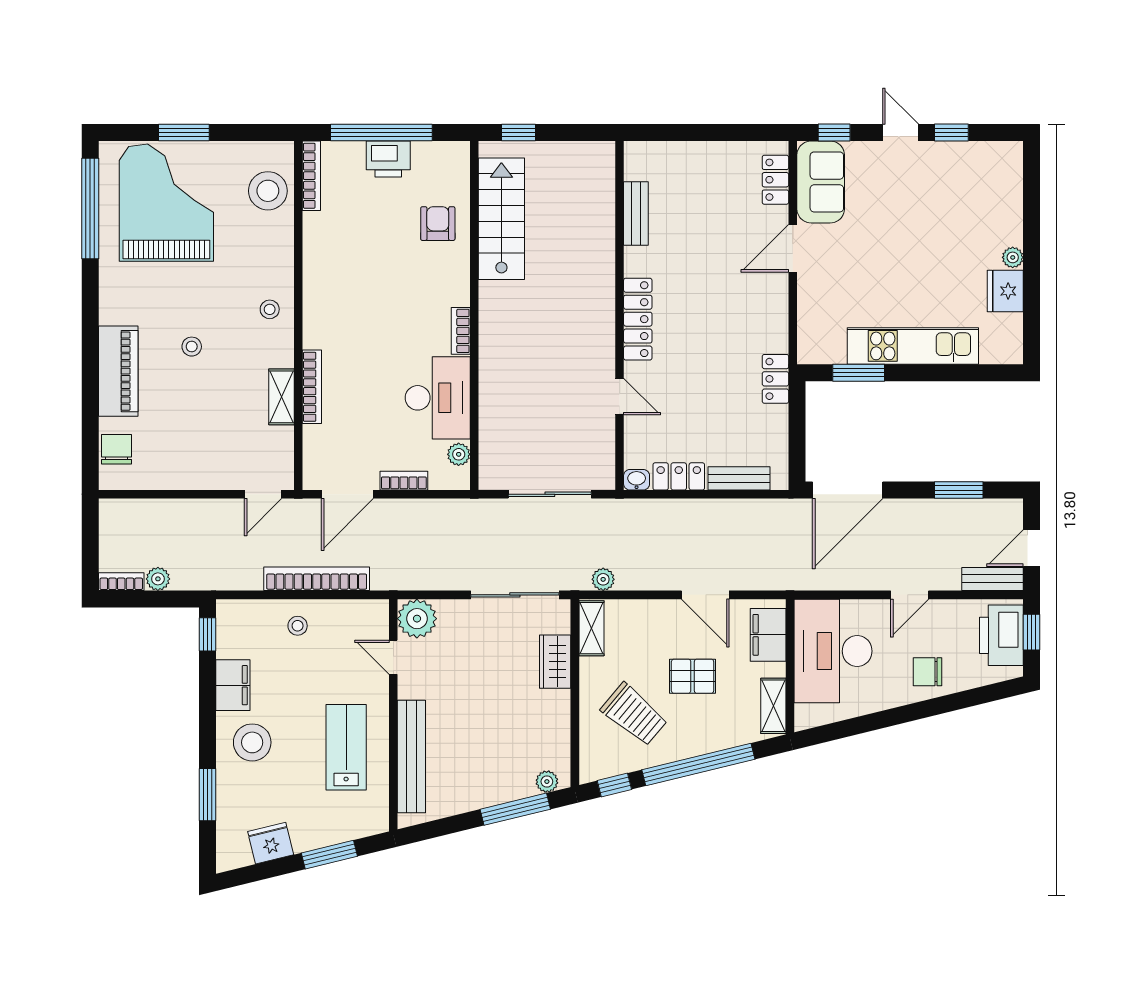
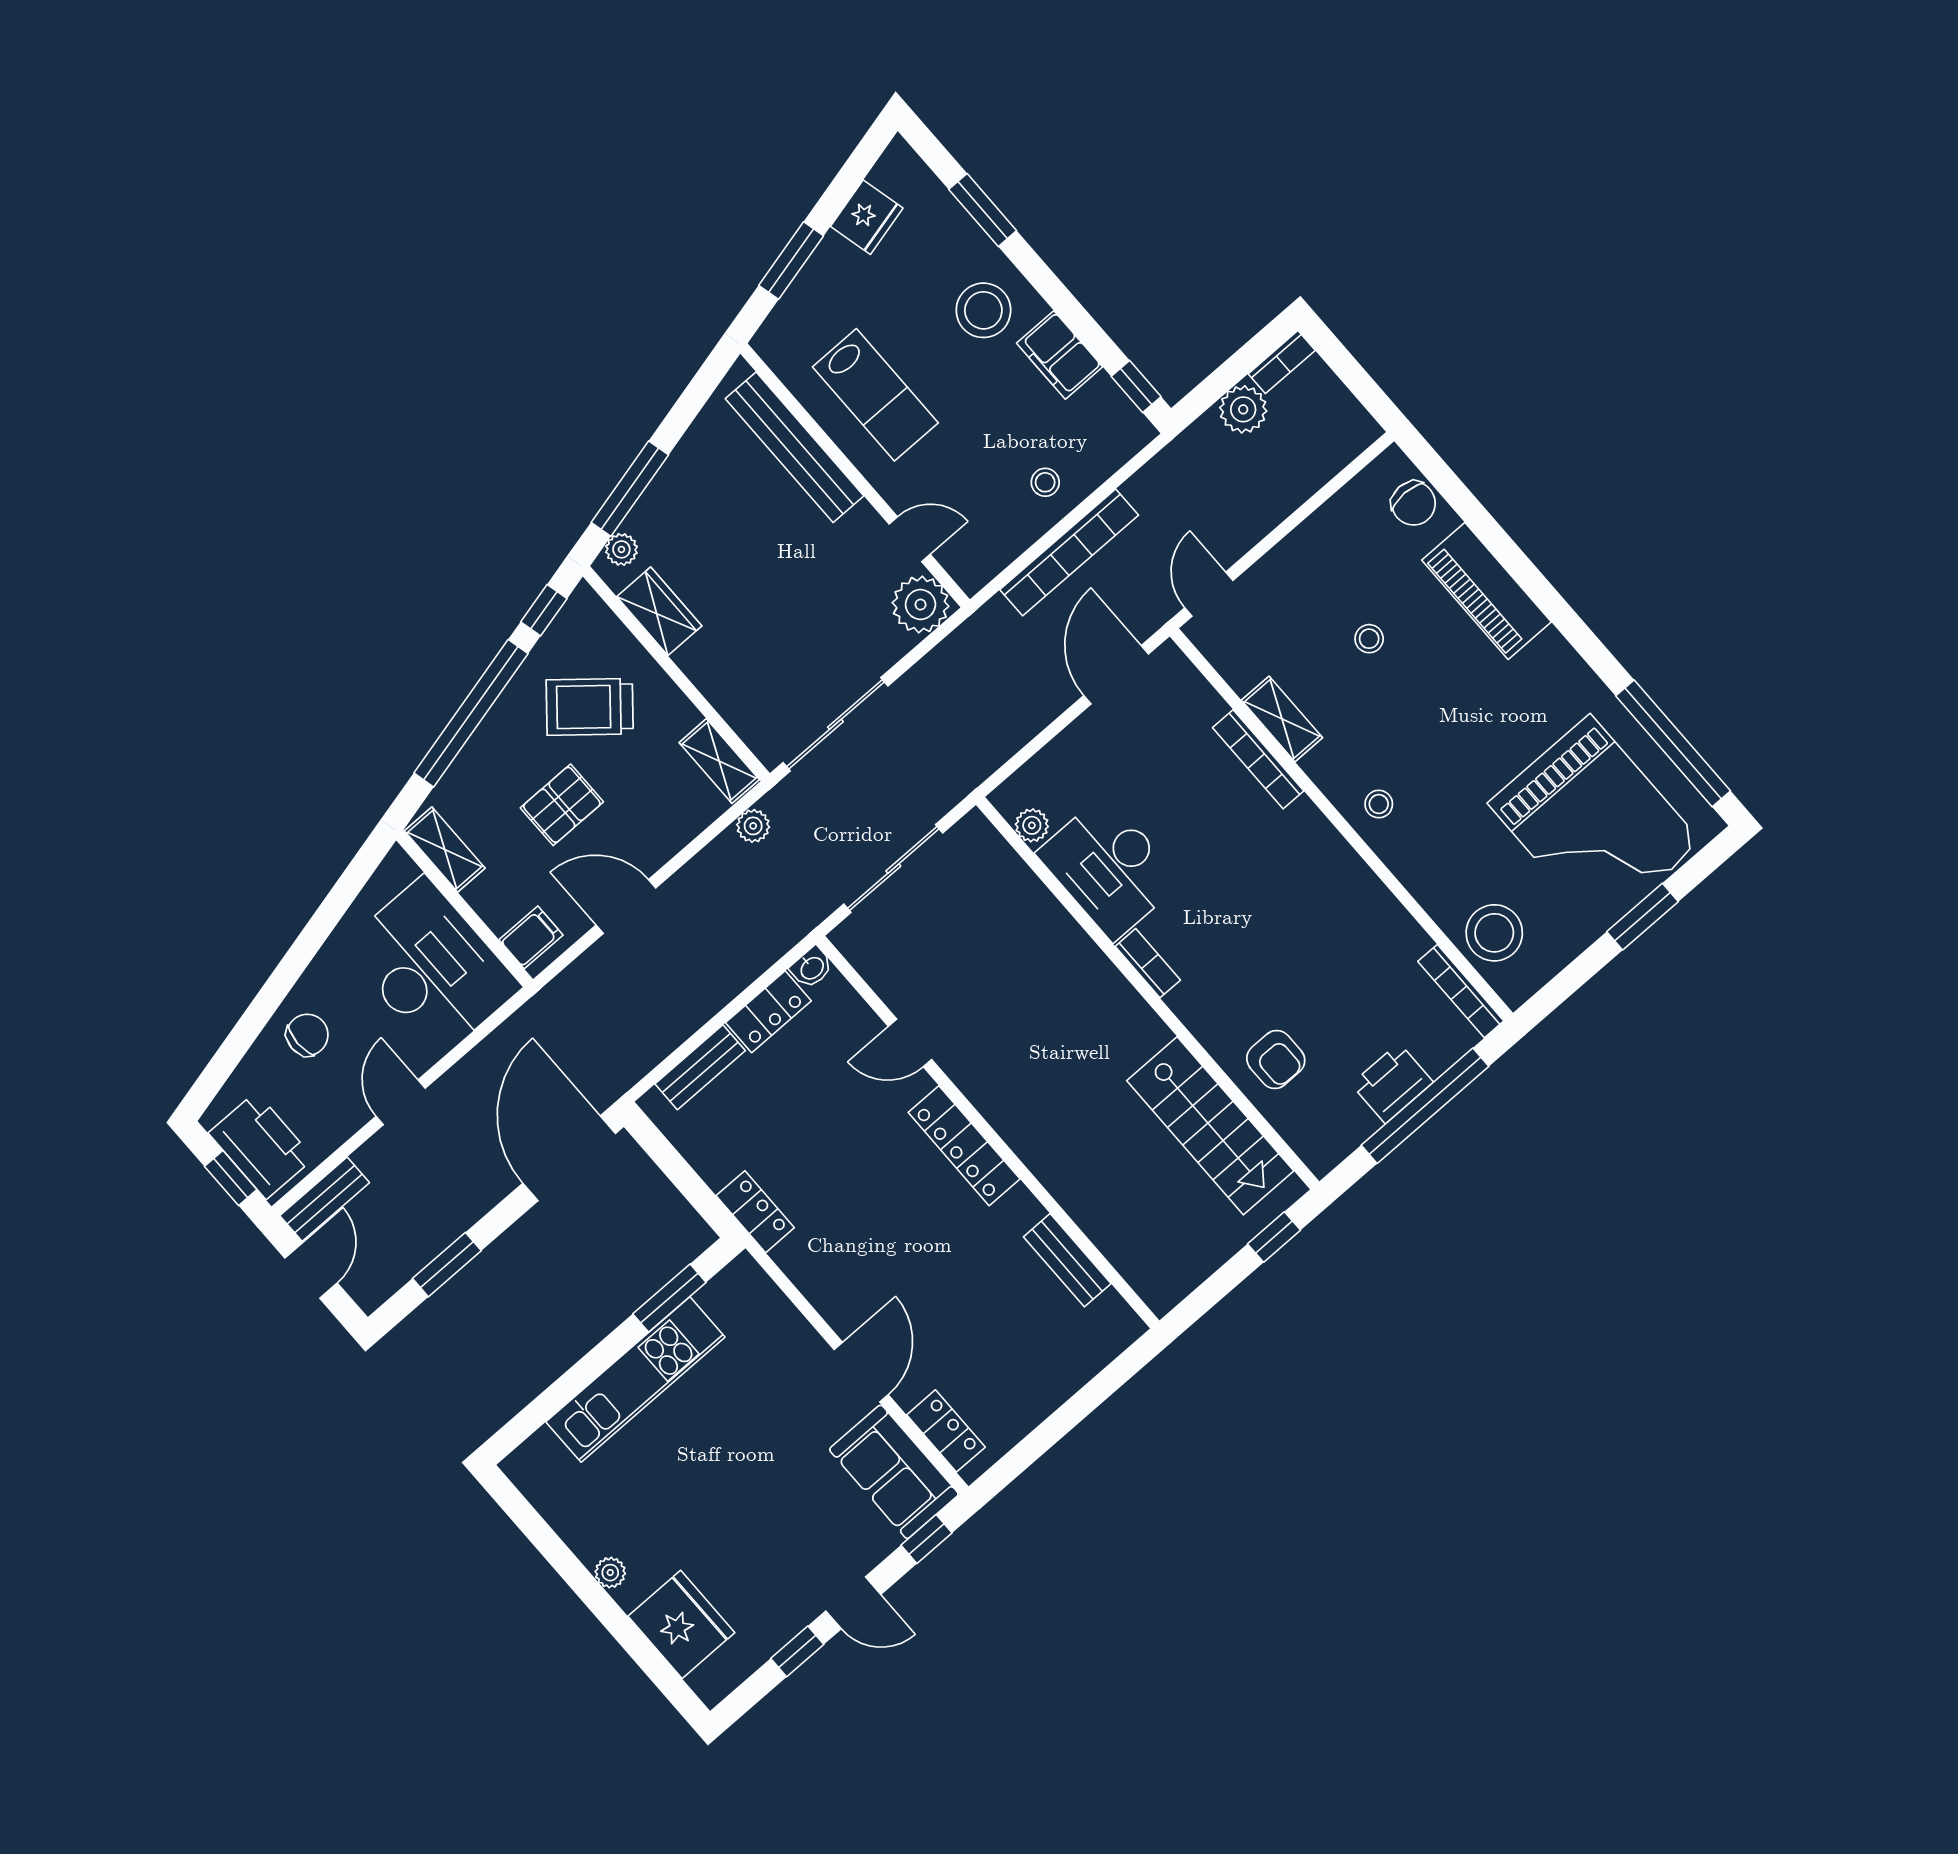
fridge: (1005, 291) -> (681, 1624), moved, width x1.36, depth x1.34
stool: (192, 347) -> (1369, 639), moved
bookcase: (404, 481) -> (1067, 744), removed
plant: (158, 579) -> (1243, 409), width x1.38, depth x1.38
filing cabinet: (768, 635) -> (531, 937), width x0.50
wardrobe: (555, 662) -> (659, 611), moved

